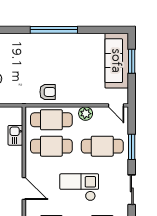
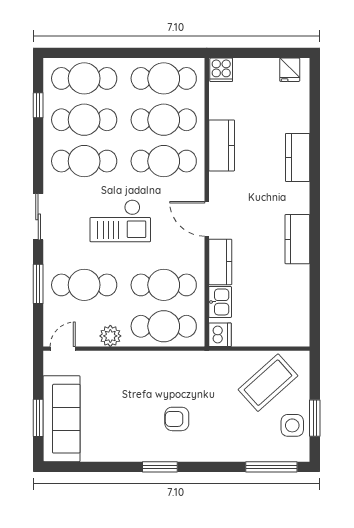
window: (54, 30) -> (160, 467), width x0.47
armchair: (48, 92) -> (177, 419), moved
door: (116, 105) -> (63, 349), hinge flipped
dishwasher: (15, 114) -> (220, 335), added
kitchen counter: (15, 161) -> (220, 262), added

